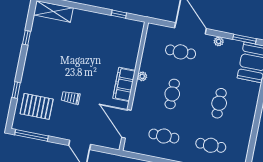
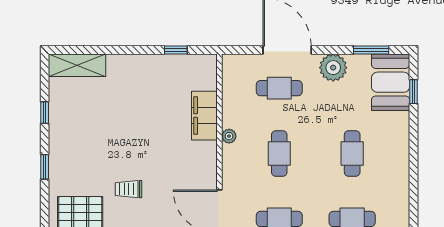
plant: (219, 41) -> (333, 68), width x1.88, depth x1.88
filing cabinet: (124, 84) -> (204, 116), moved
window: (16, 90) -> (45, 167), moved

